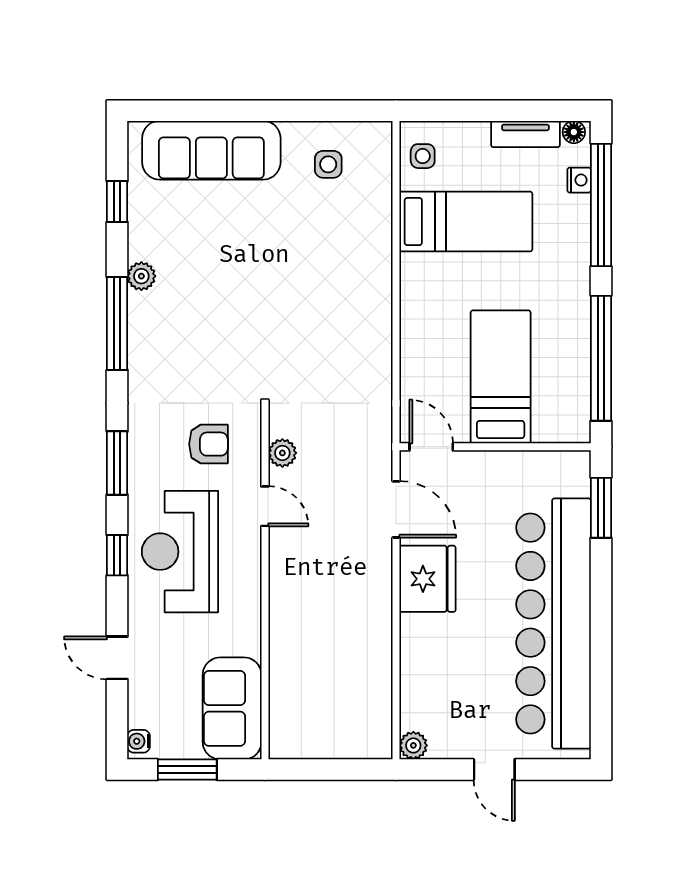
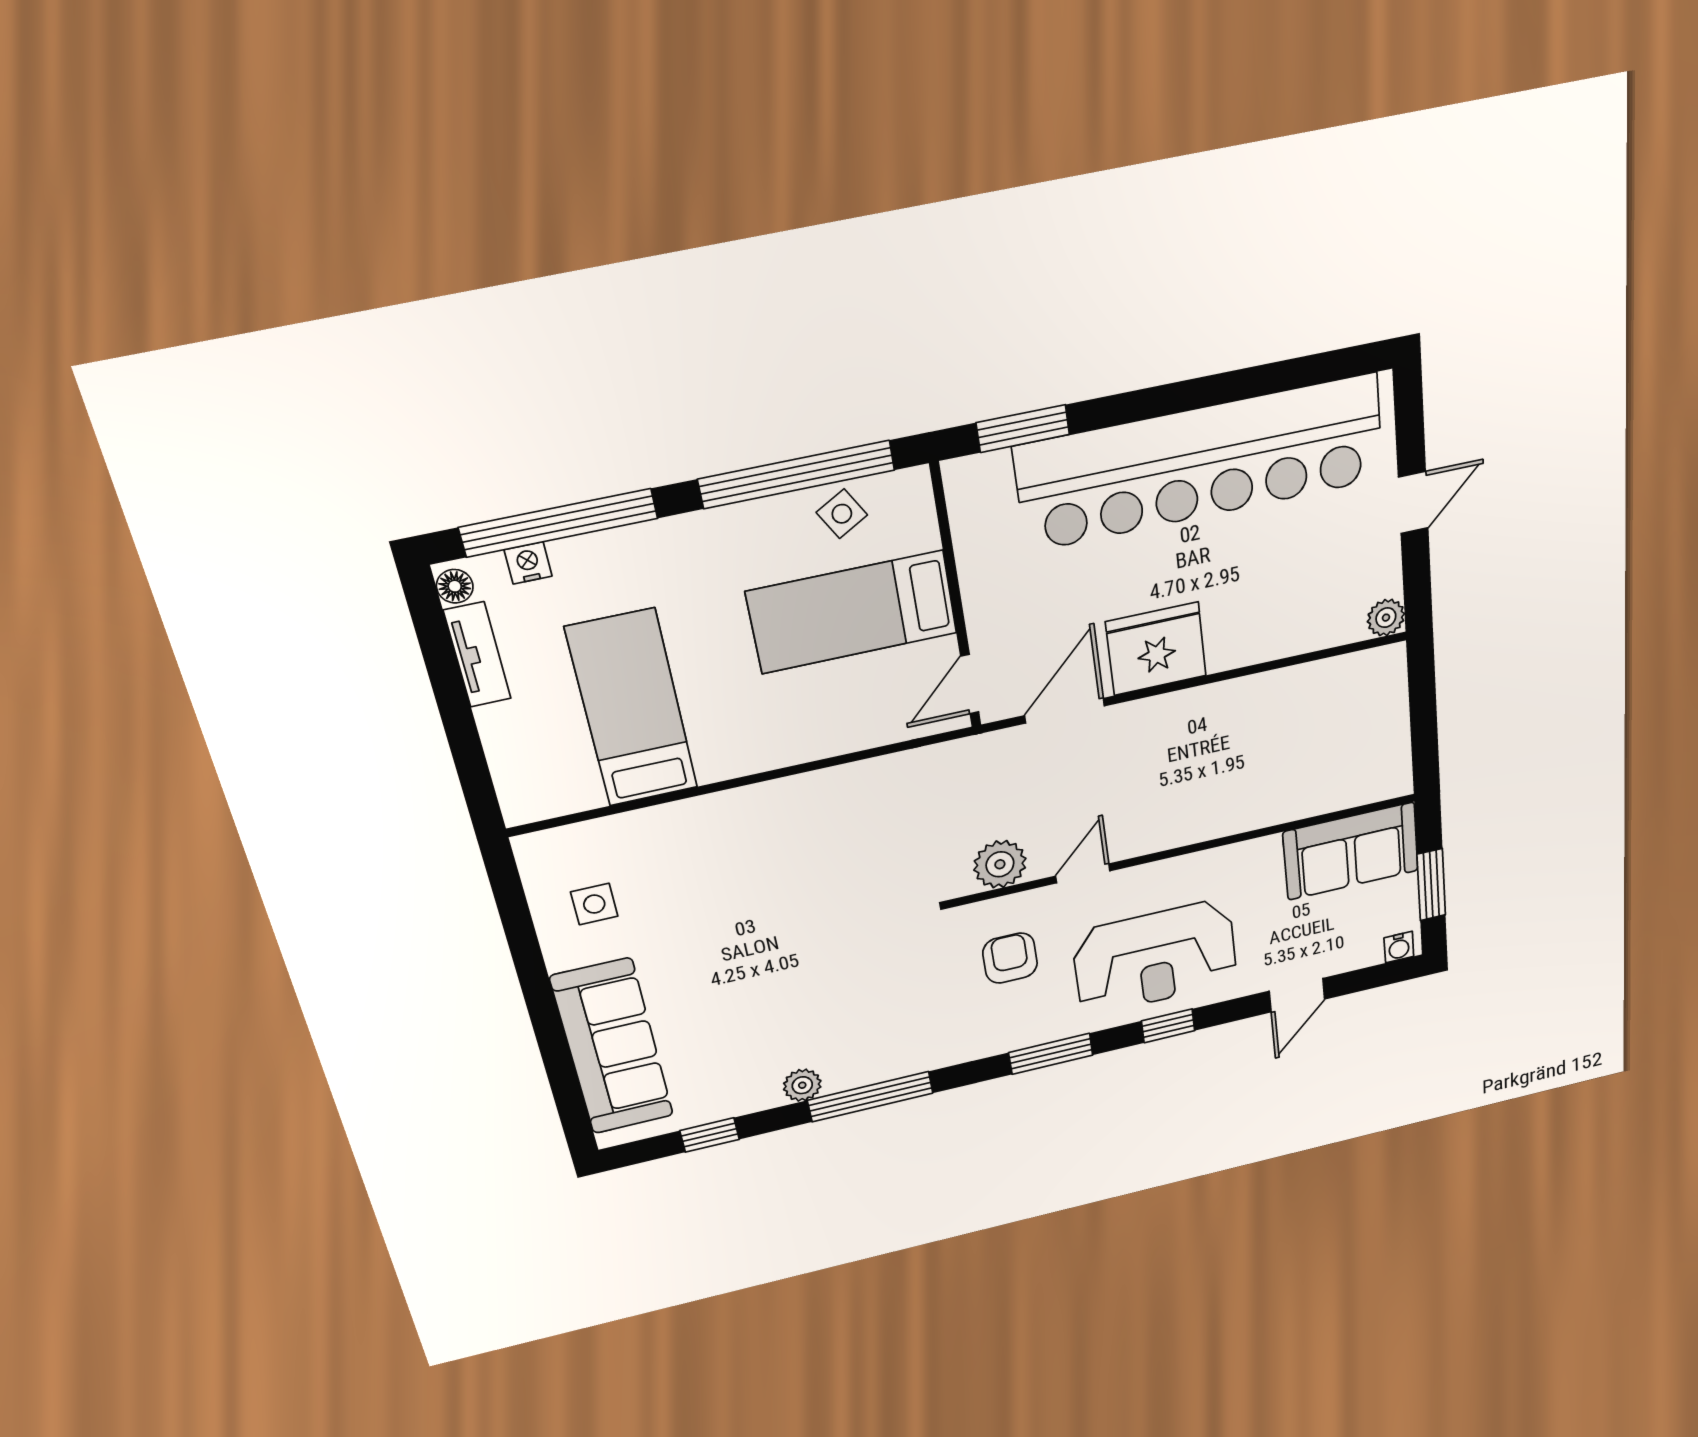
side table: (423, 156) -> (842, 514), moved, turned -30
plant: (282, 453) -> (1000, 864), width x1.38, depth x1.38

